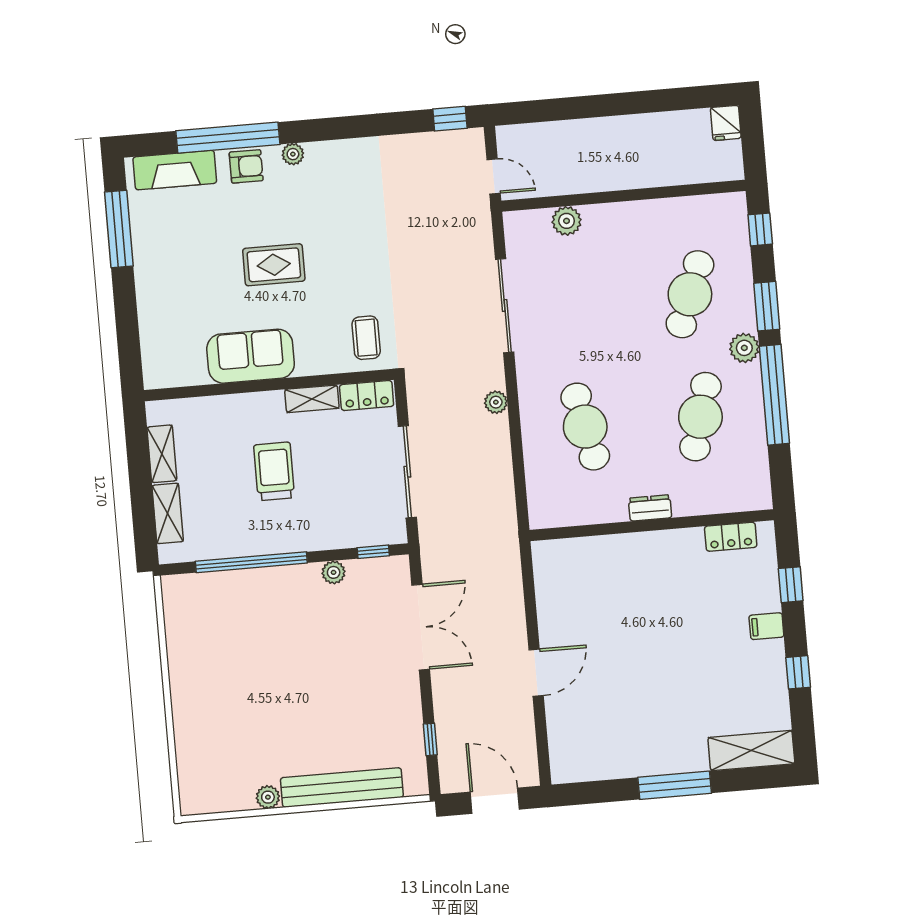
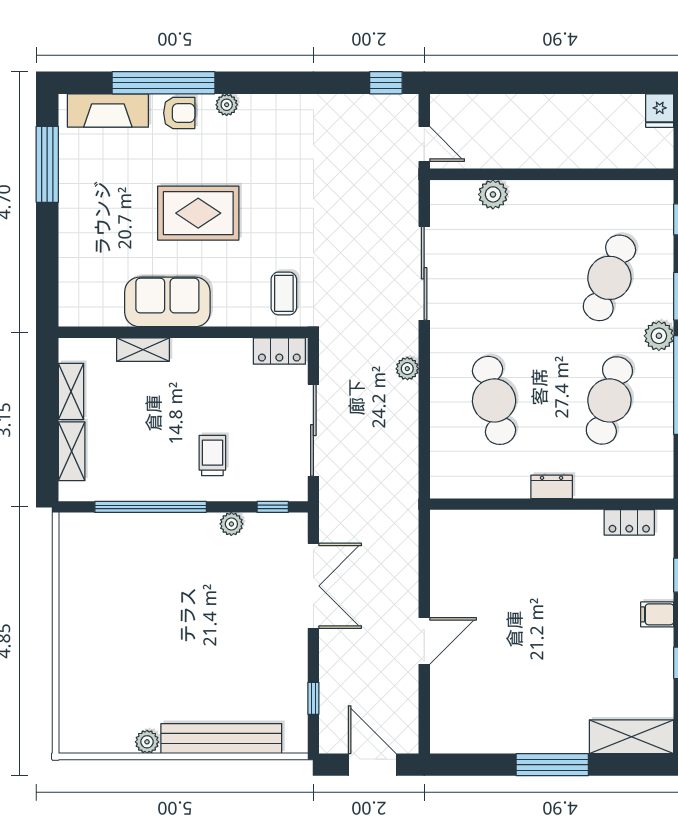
rug: (274, 265) -> (198, 213), width x1.36, depth x1.43
shelving: (312, 399) -> (143, 350), moved
trolley: (274, 471) -> (212, 456), moved, width x0.73, depth x0.72

